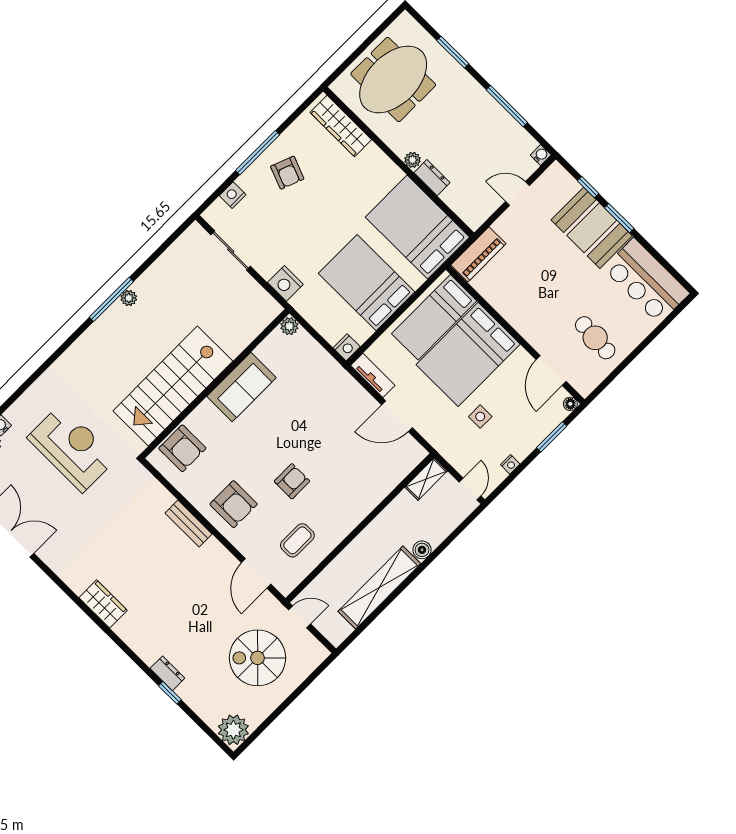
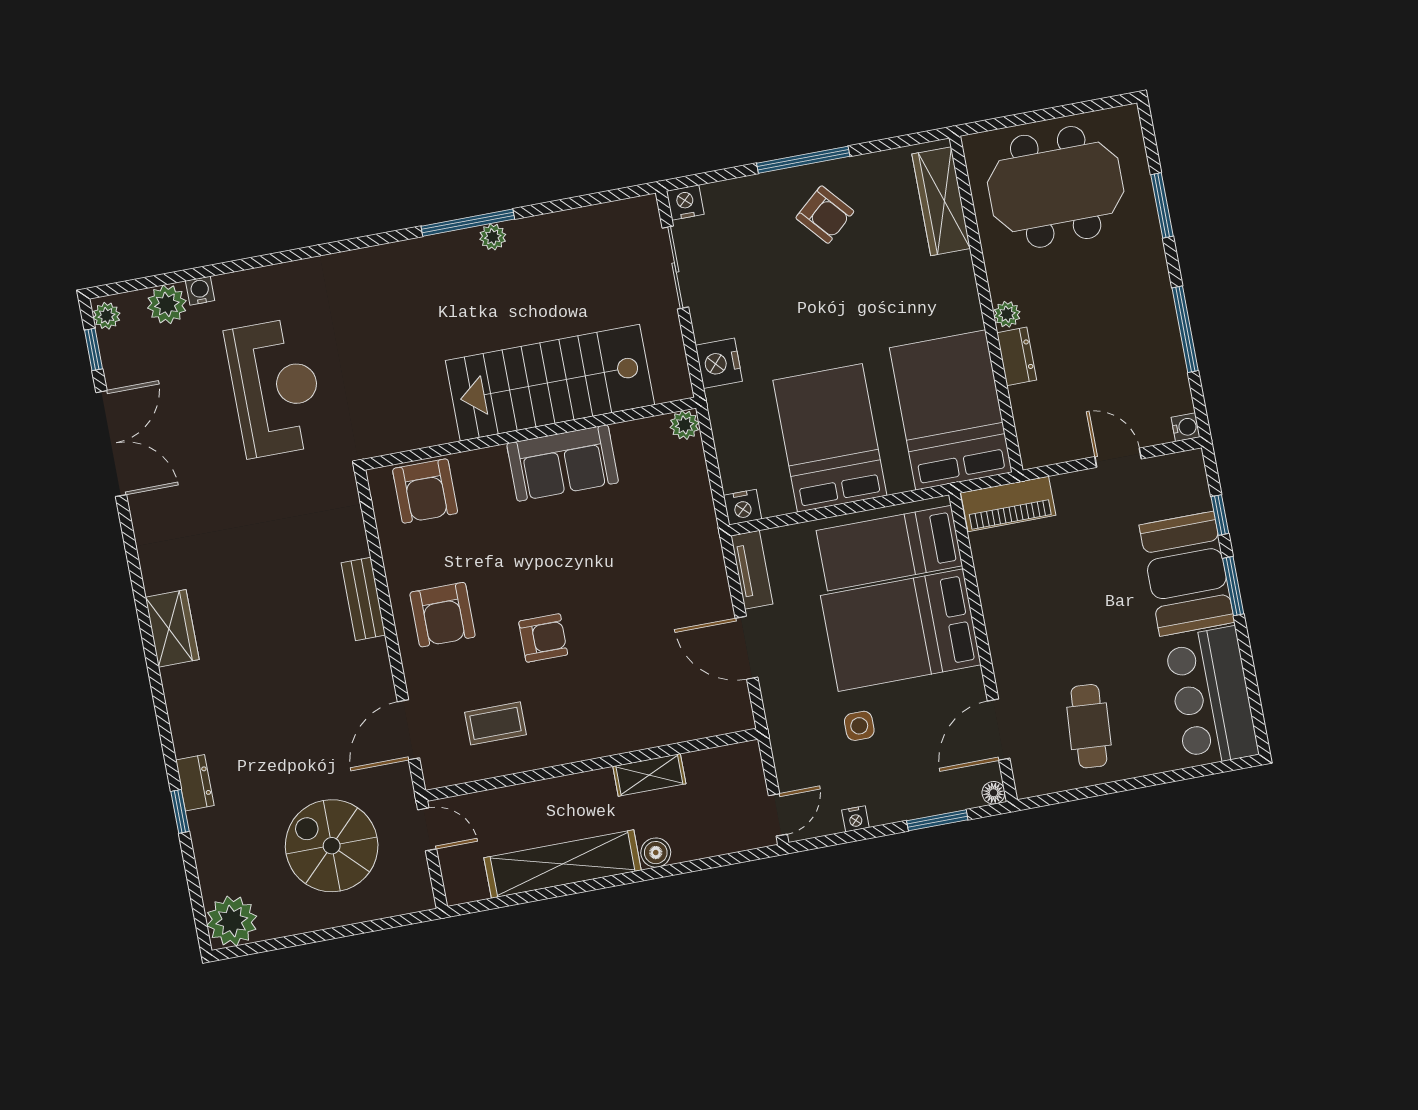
armchair: (287, 173) -> (825, 215), turned -62
nightstand: (233, 195) -> (685, 203), moved
stairs: (173, 386) -> (550, 383), moved
shelving: (426, 479) -> (649, 775), moved

